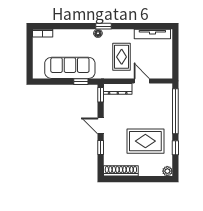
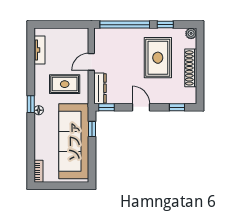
tv unit: (152, 34) -> (39, 50), width x0.71
sofa: (70, 68) -> (74, 141), width x1.36, depth x1.27
door: (101, 126) -> (141, 107), swing flipped
window: (101, 148) -> (177, 107), moved
shoe rack: (121, 171) -> (191, 68), moved

